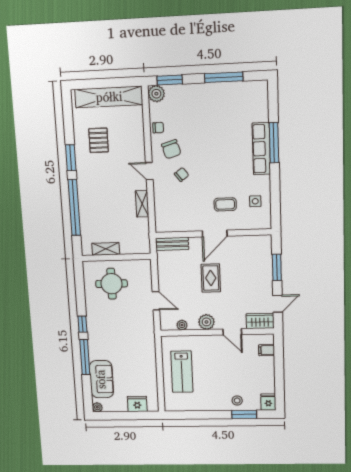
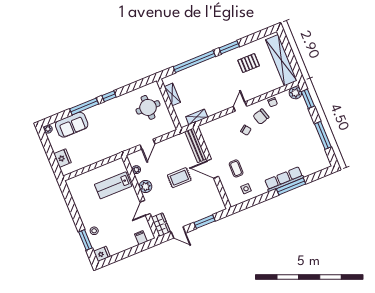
shelving: (142, 204) -> (197, 117), moved
bench: (172, 244) -> (196, 145), width x1.36
lab bench: (182, 372) -> (113, 185), moved

